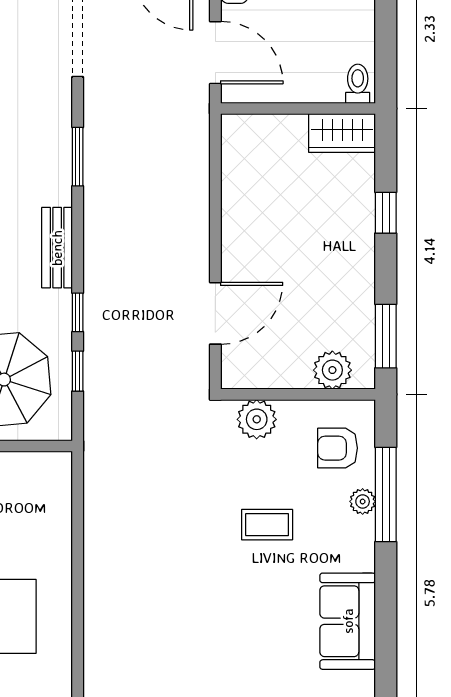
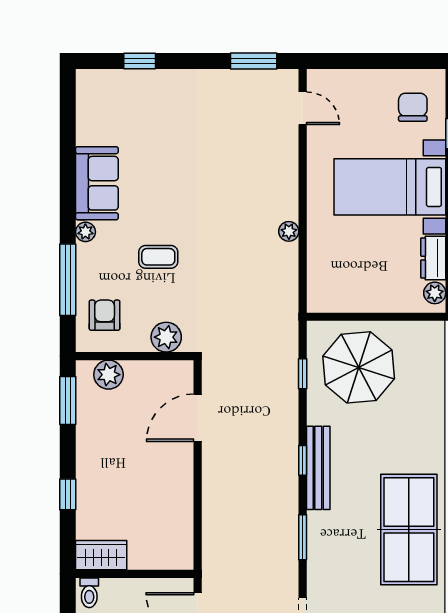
bench: (57, 248) -> (318, 468), width x1.36
window: (78, 312) -> (303, 460), moved
armchair: (338, 448) -> (105, 315), turned -90
plant: (363, 501) -> (85, 232), moved
plant: (96, 558) -> (289, 231), added

